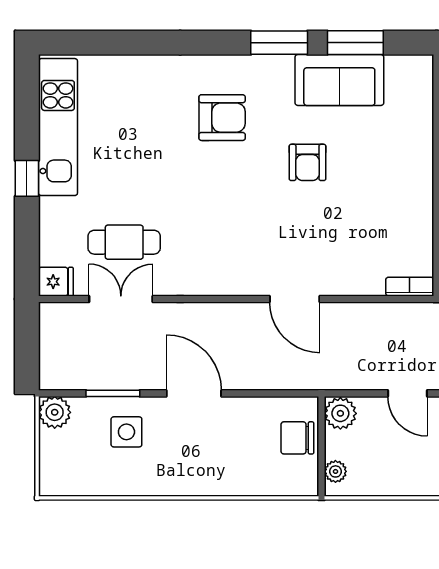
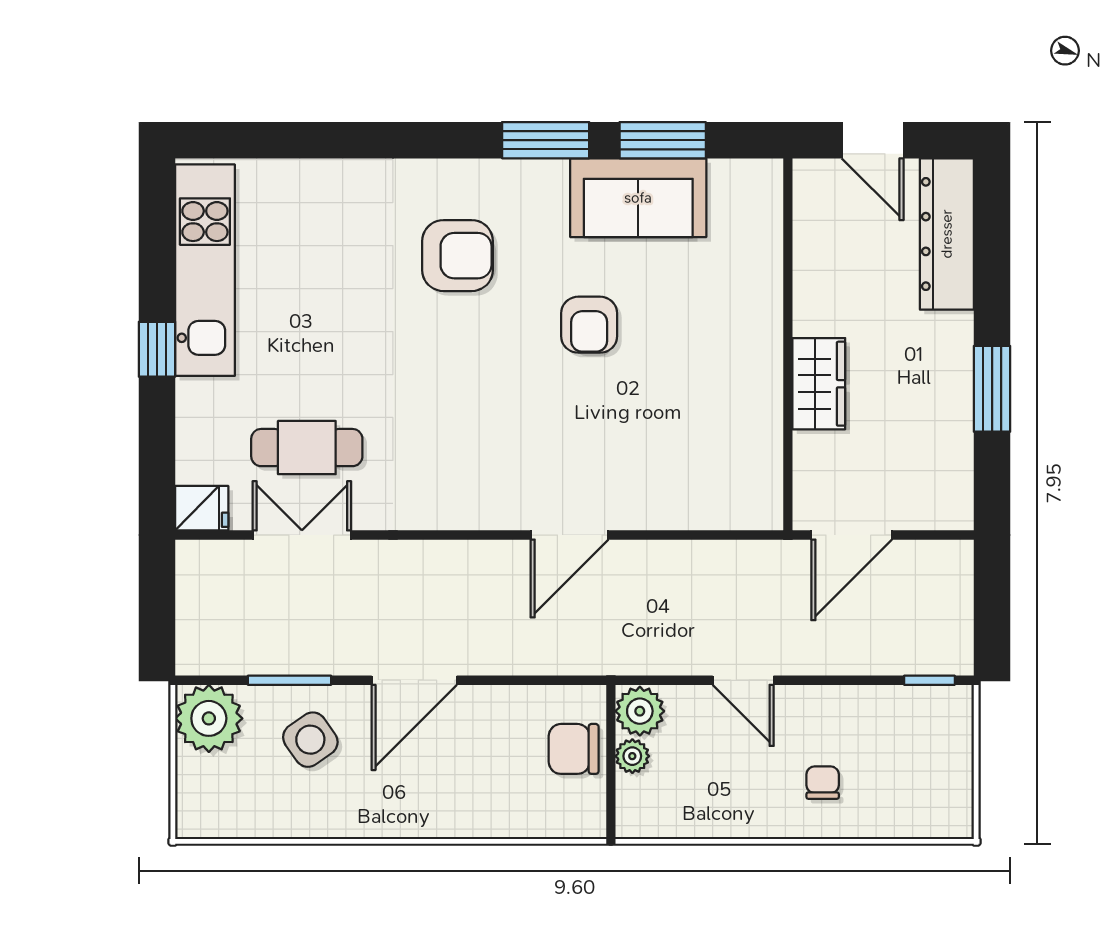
bookcase: (410, 287) -> (747, 516), removed
door: (295, 299) -> (569, 535), hinge flipped
door: (194, 393) -> (414, 680), swing flipped
plant: (55, 412) -> (209, 718), width x1.36, depth x1.36
side table: (126, 432) -> (310, 740), turned -35
plant: (335, 471) -> (632, 756), moved

